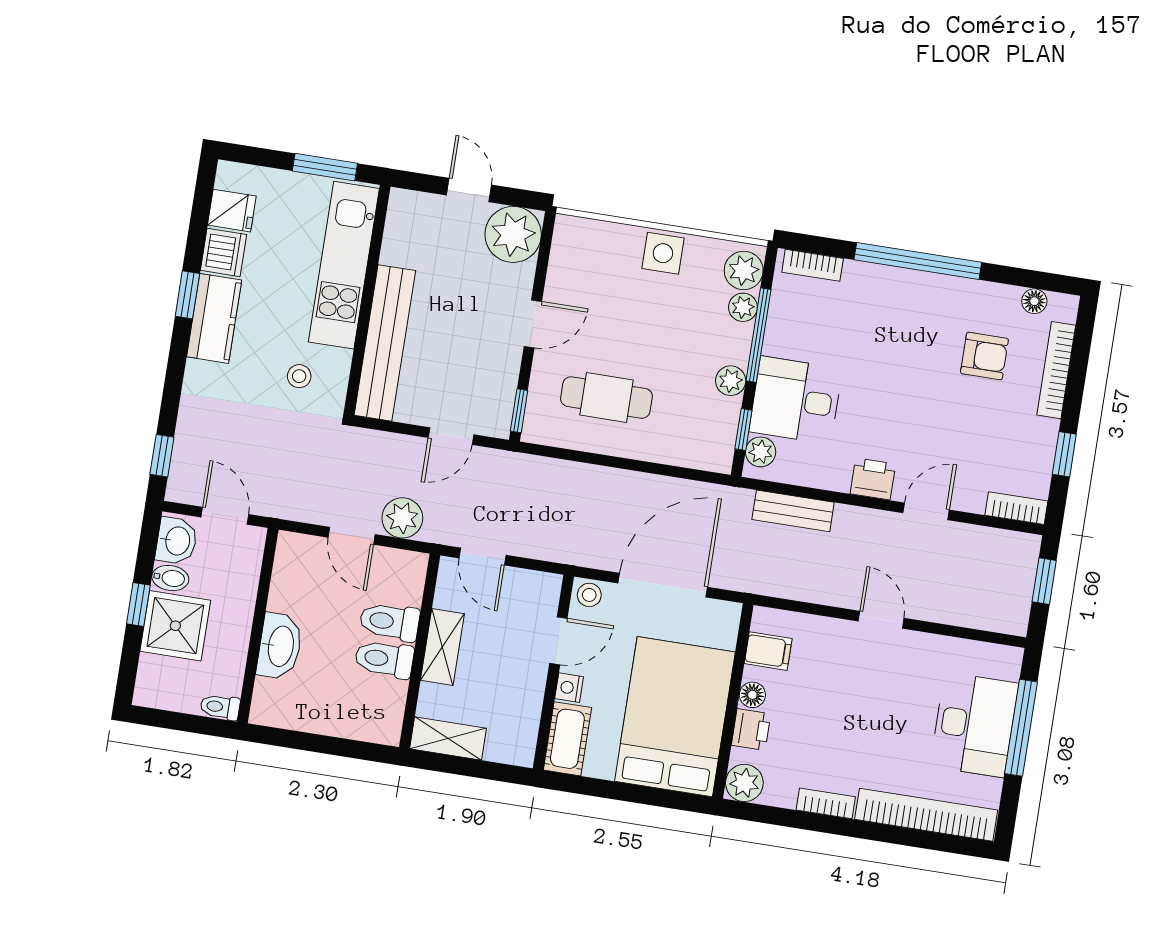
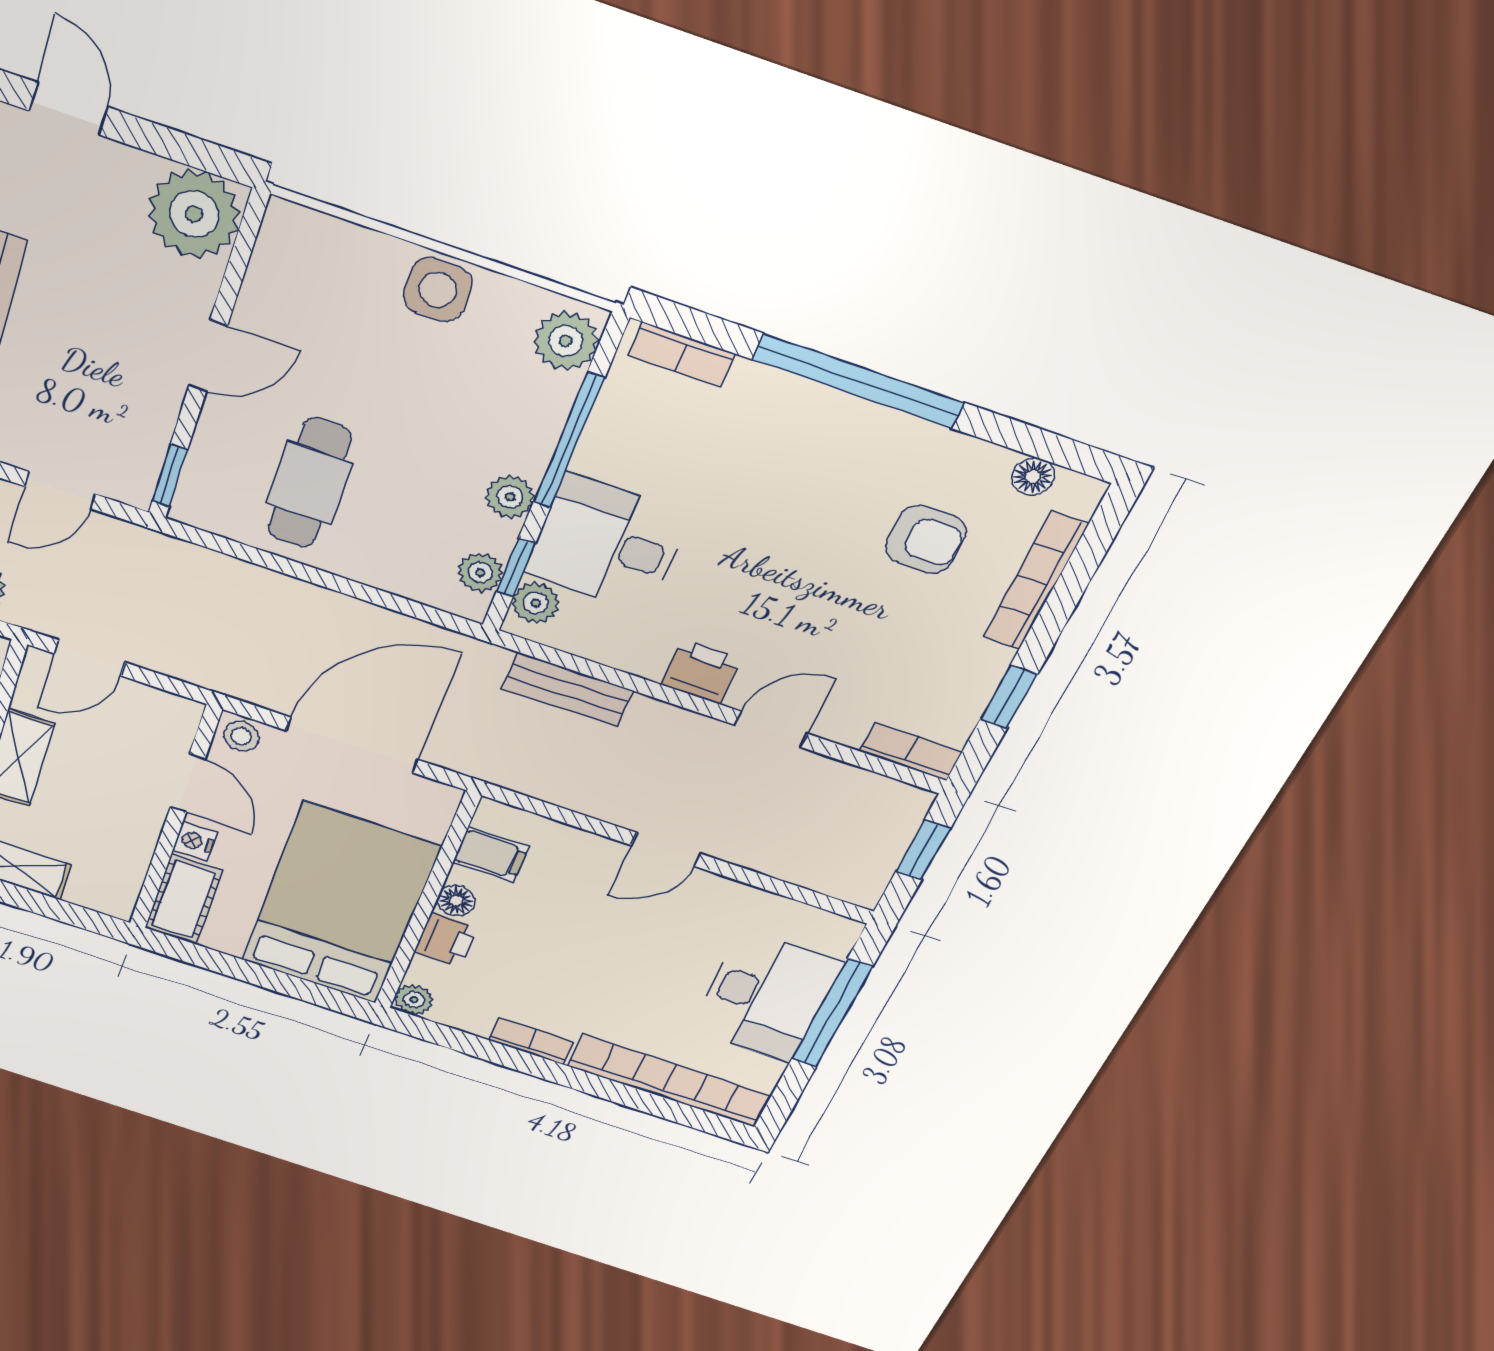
door: (469, 190) -> (69, 109), moved
plant: (743, 307) -> (480, 573), moved
cafe table: (606, 398) -> (309, 483), turned 90
door: (482, 557) -> (90, 658), hinge flipped
door: (881, 620) -> (666, 849), swing flipped
door: (558, 641) -> (188, 783), hinge flipped
plant: (744, 783) -> (414, 1000), width x0.73, depth x0.73

